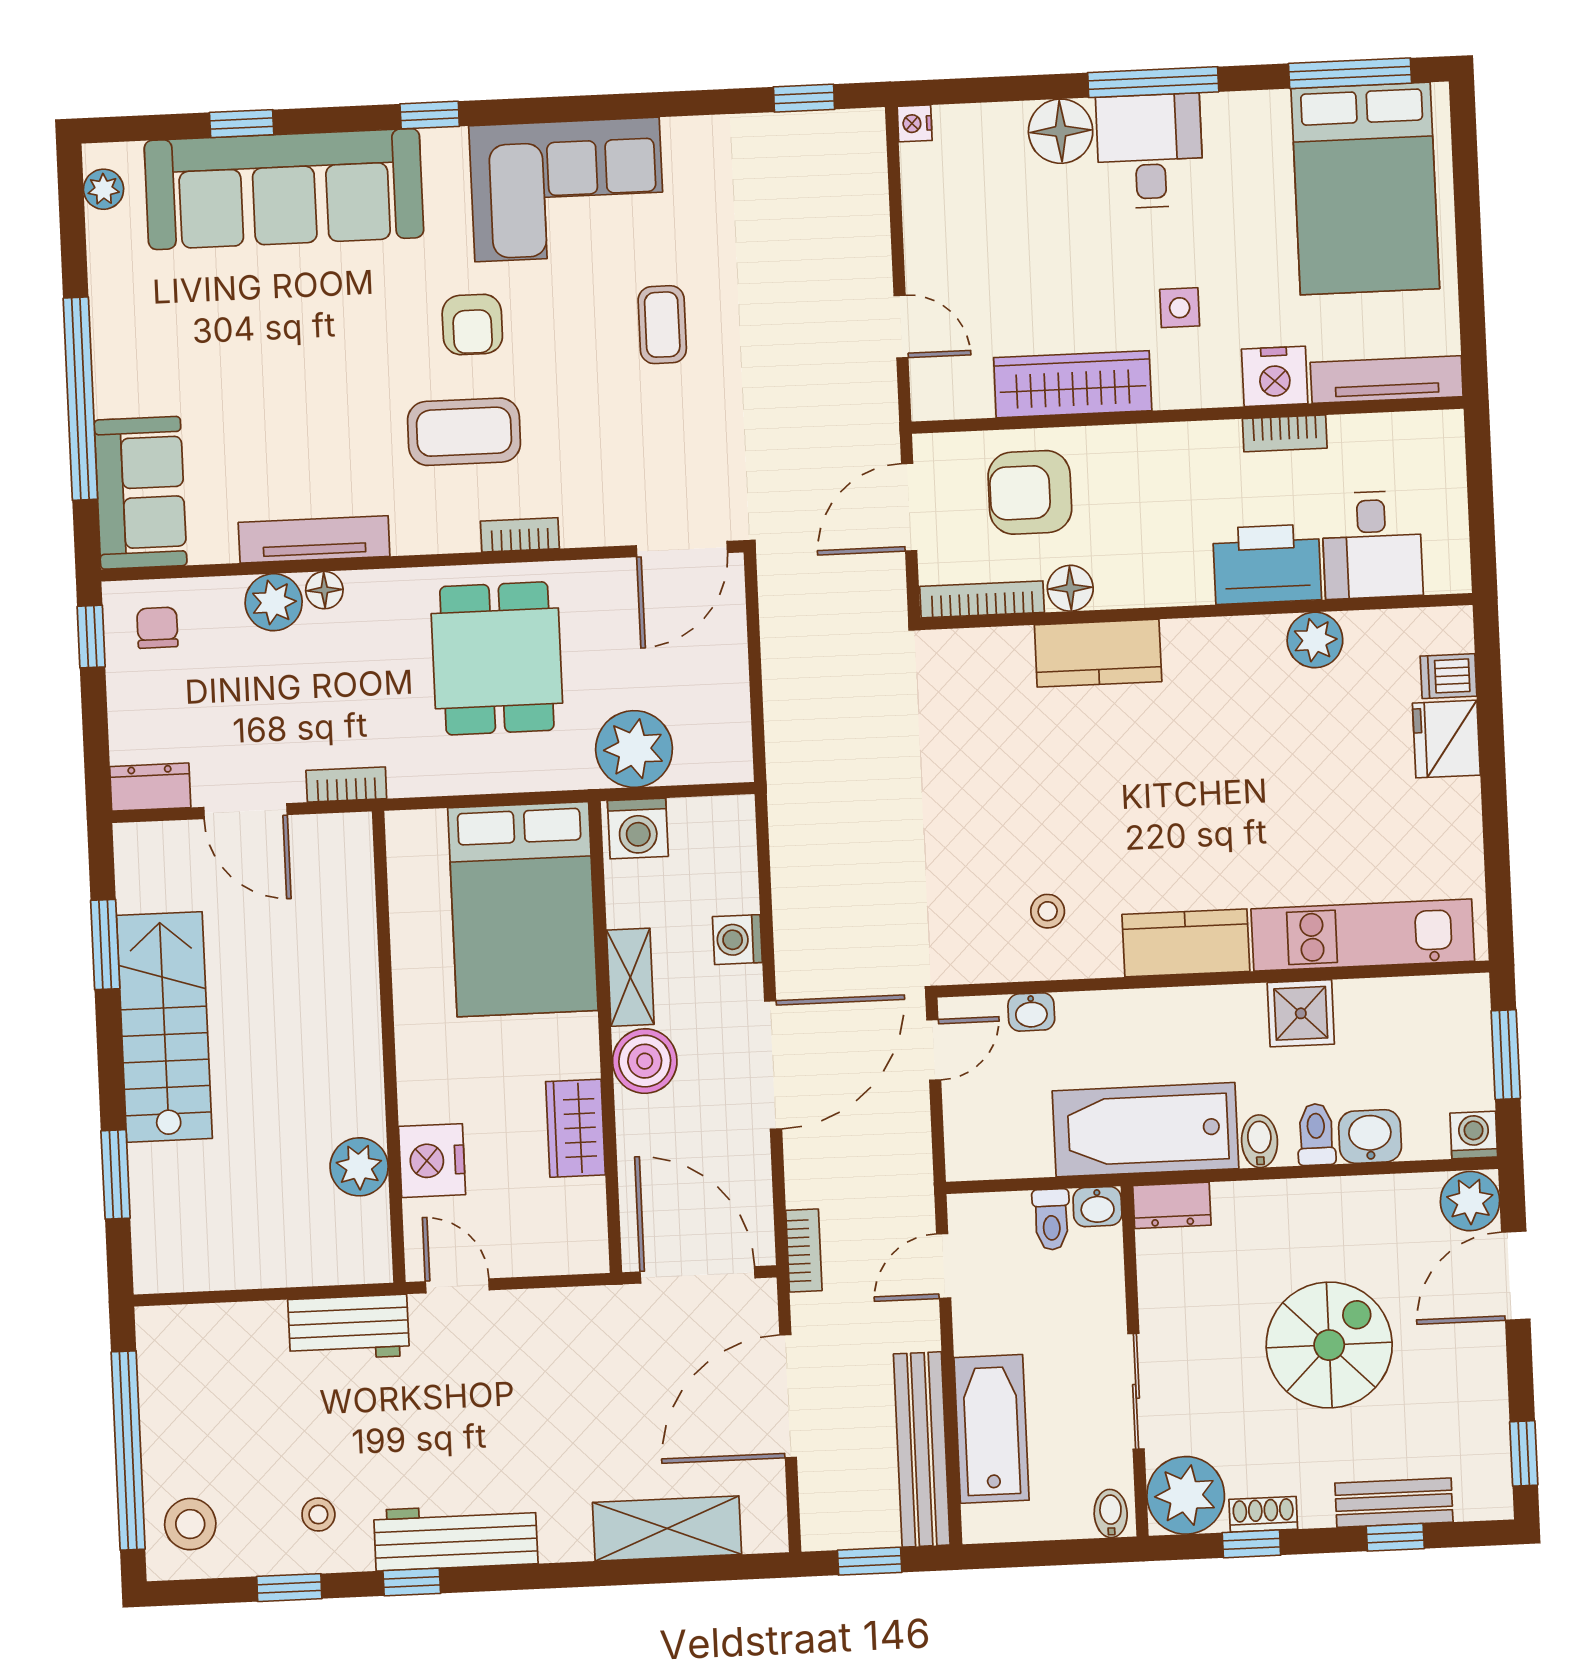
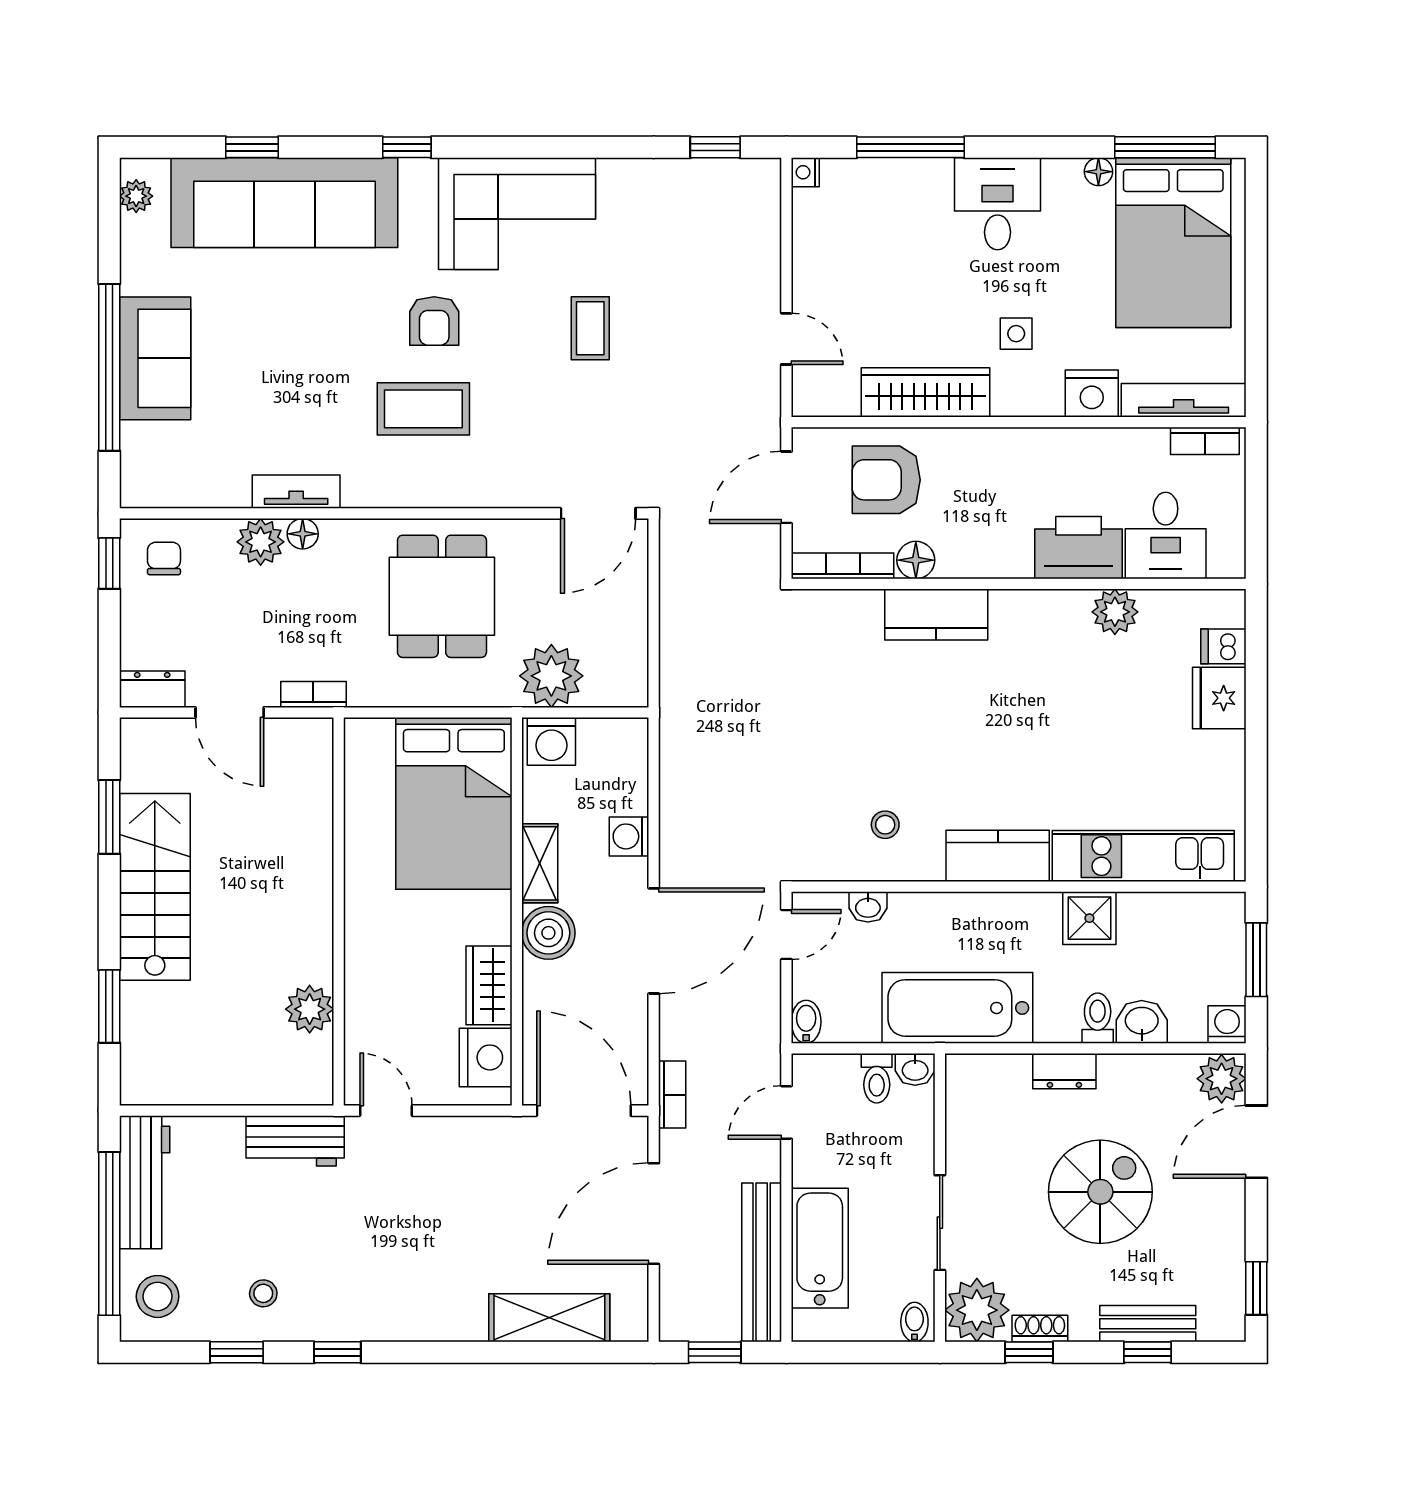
window: (1153, 82) -> (910, 147), moved
floor lamp: (1061, 131) -> (1098, 172), moved, width x0.53, depth x0.53
bookcase: (1285, 433) -> (1205, 441), moved
sofa: (140, 493) -> (155, 358), moved
bookcase: (520, 535) -> (465, 496), removed
tv unit: (314, 539) -> (296, 492), width x0.71
bidet: (1260, 1141) -> (806, 1022), moved
nightstand: (432, 1161) -> (486, 1057), moved, turned 180
dresser: (1172, 1205) -> (1064, 1071), moved
workbench: (456, 1537) -> (145, 1182), moved, turned 90

